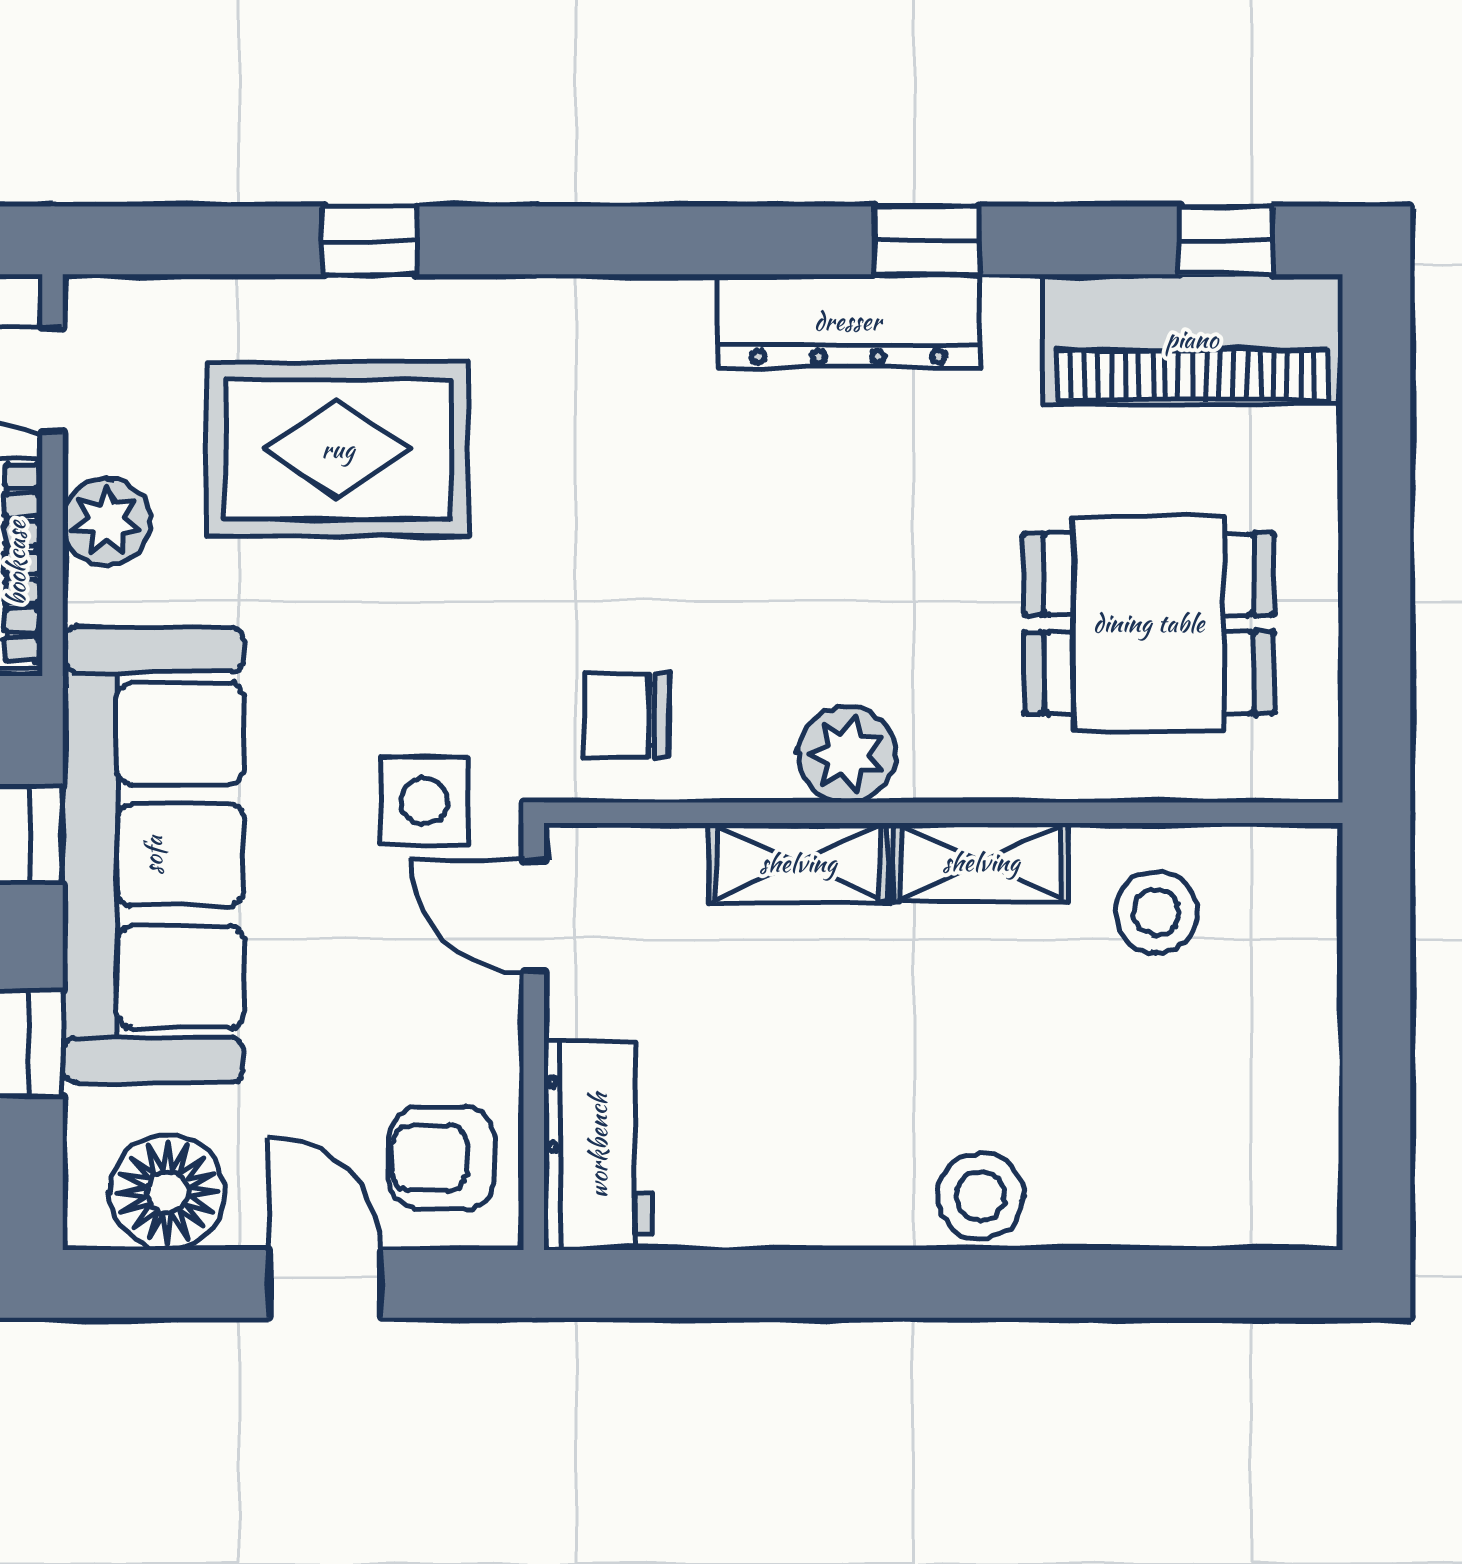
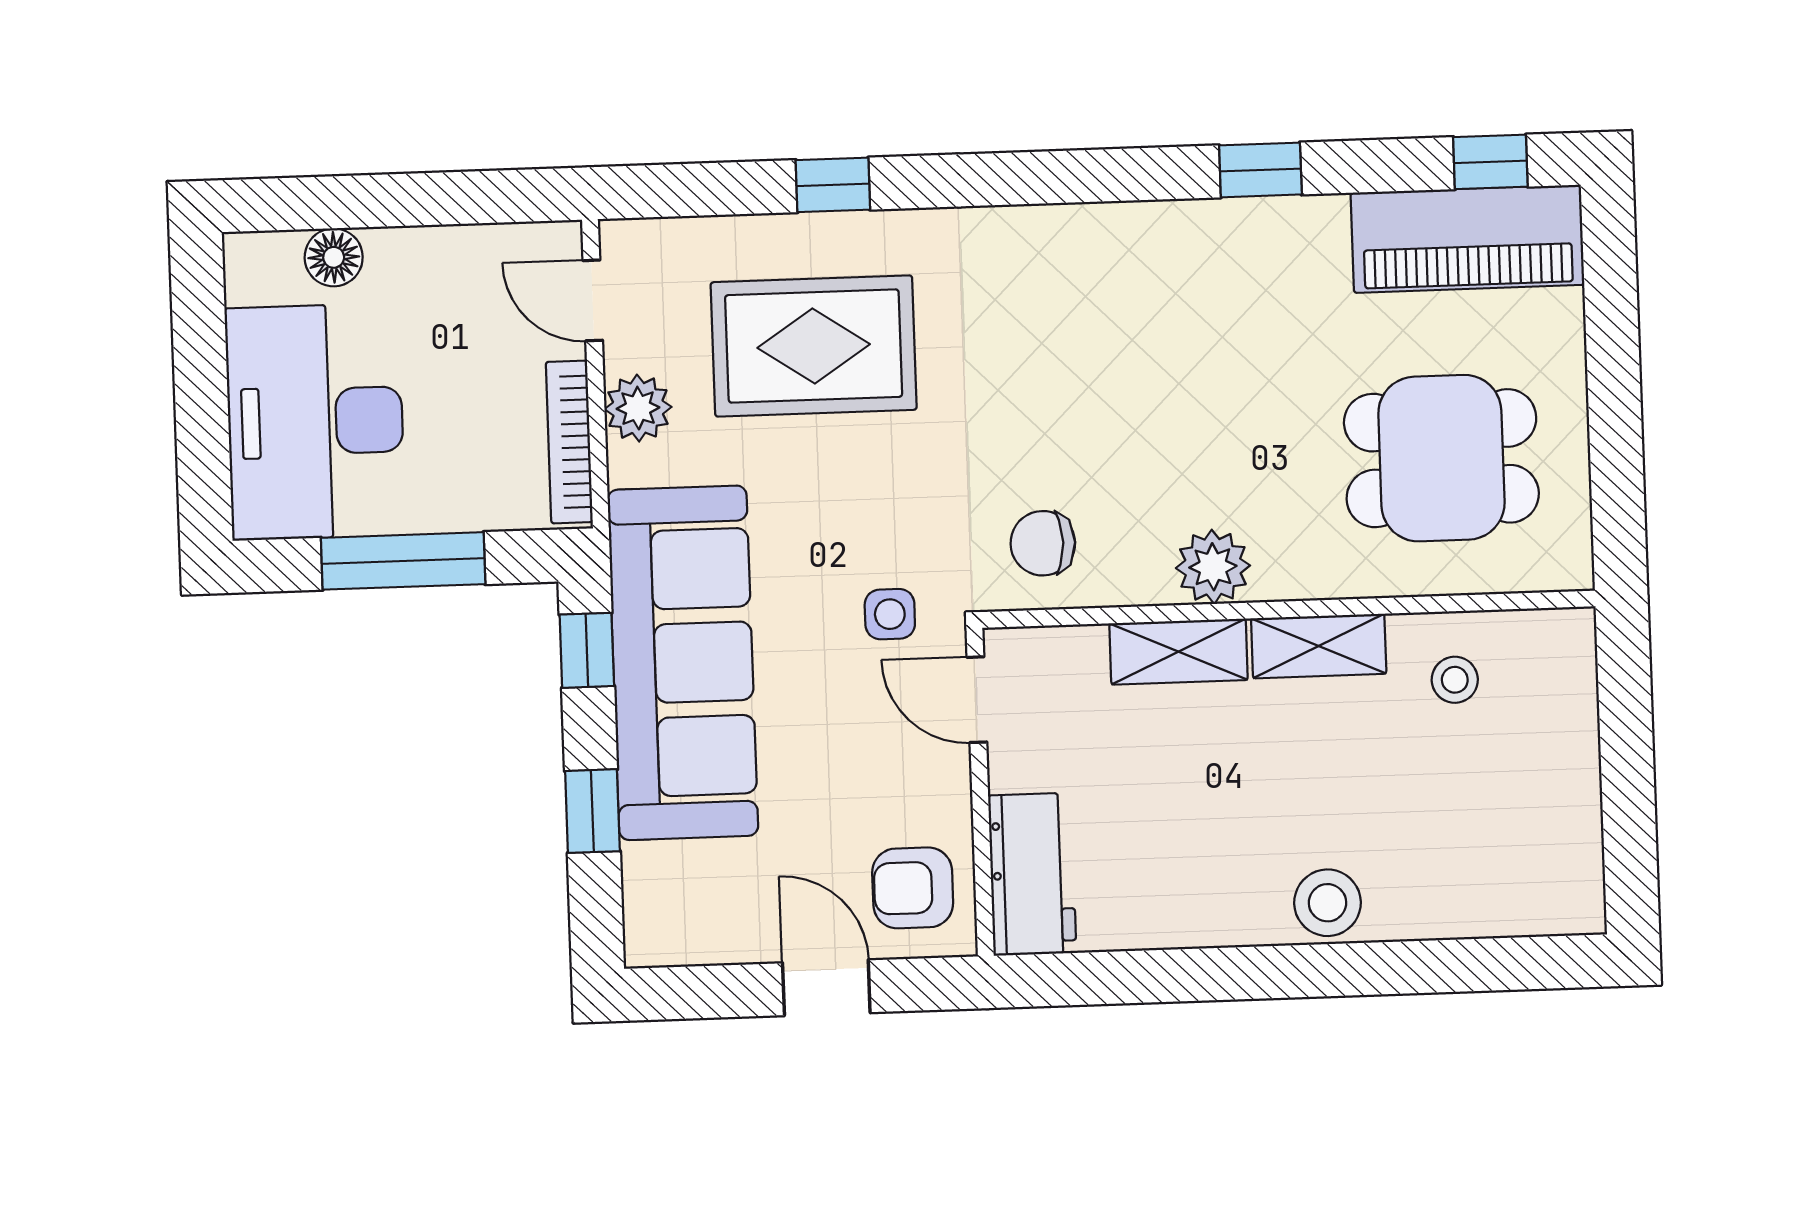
dresser: (848, 321) -> (1202, 234), removed
side table: (425, 801) -> (890, 614), width x0.73, depth x0.73
stool: (1156, 912) -> (1455, 680), width x0.73, depth x0.73
floor lamp: (168, 1192) -> (703, 922), removed

